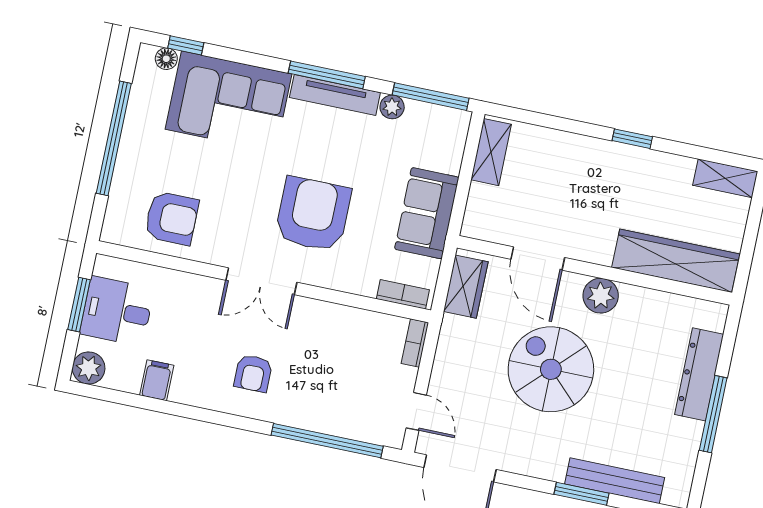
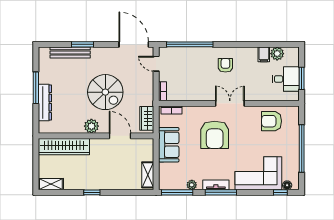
tv unit: (335, 95) -> (216, 185), width x0.71
plant: (89, 368) -> (277, 54), moved

